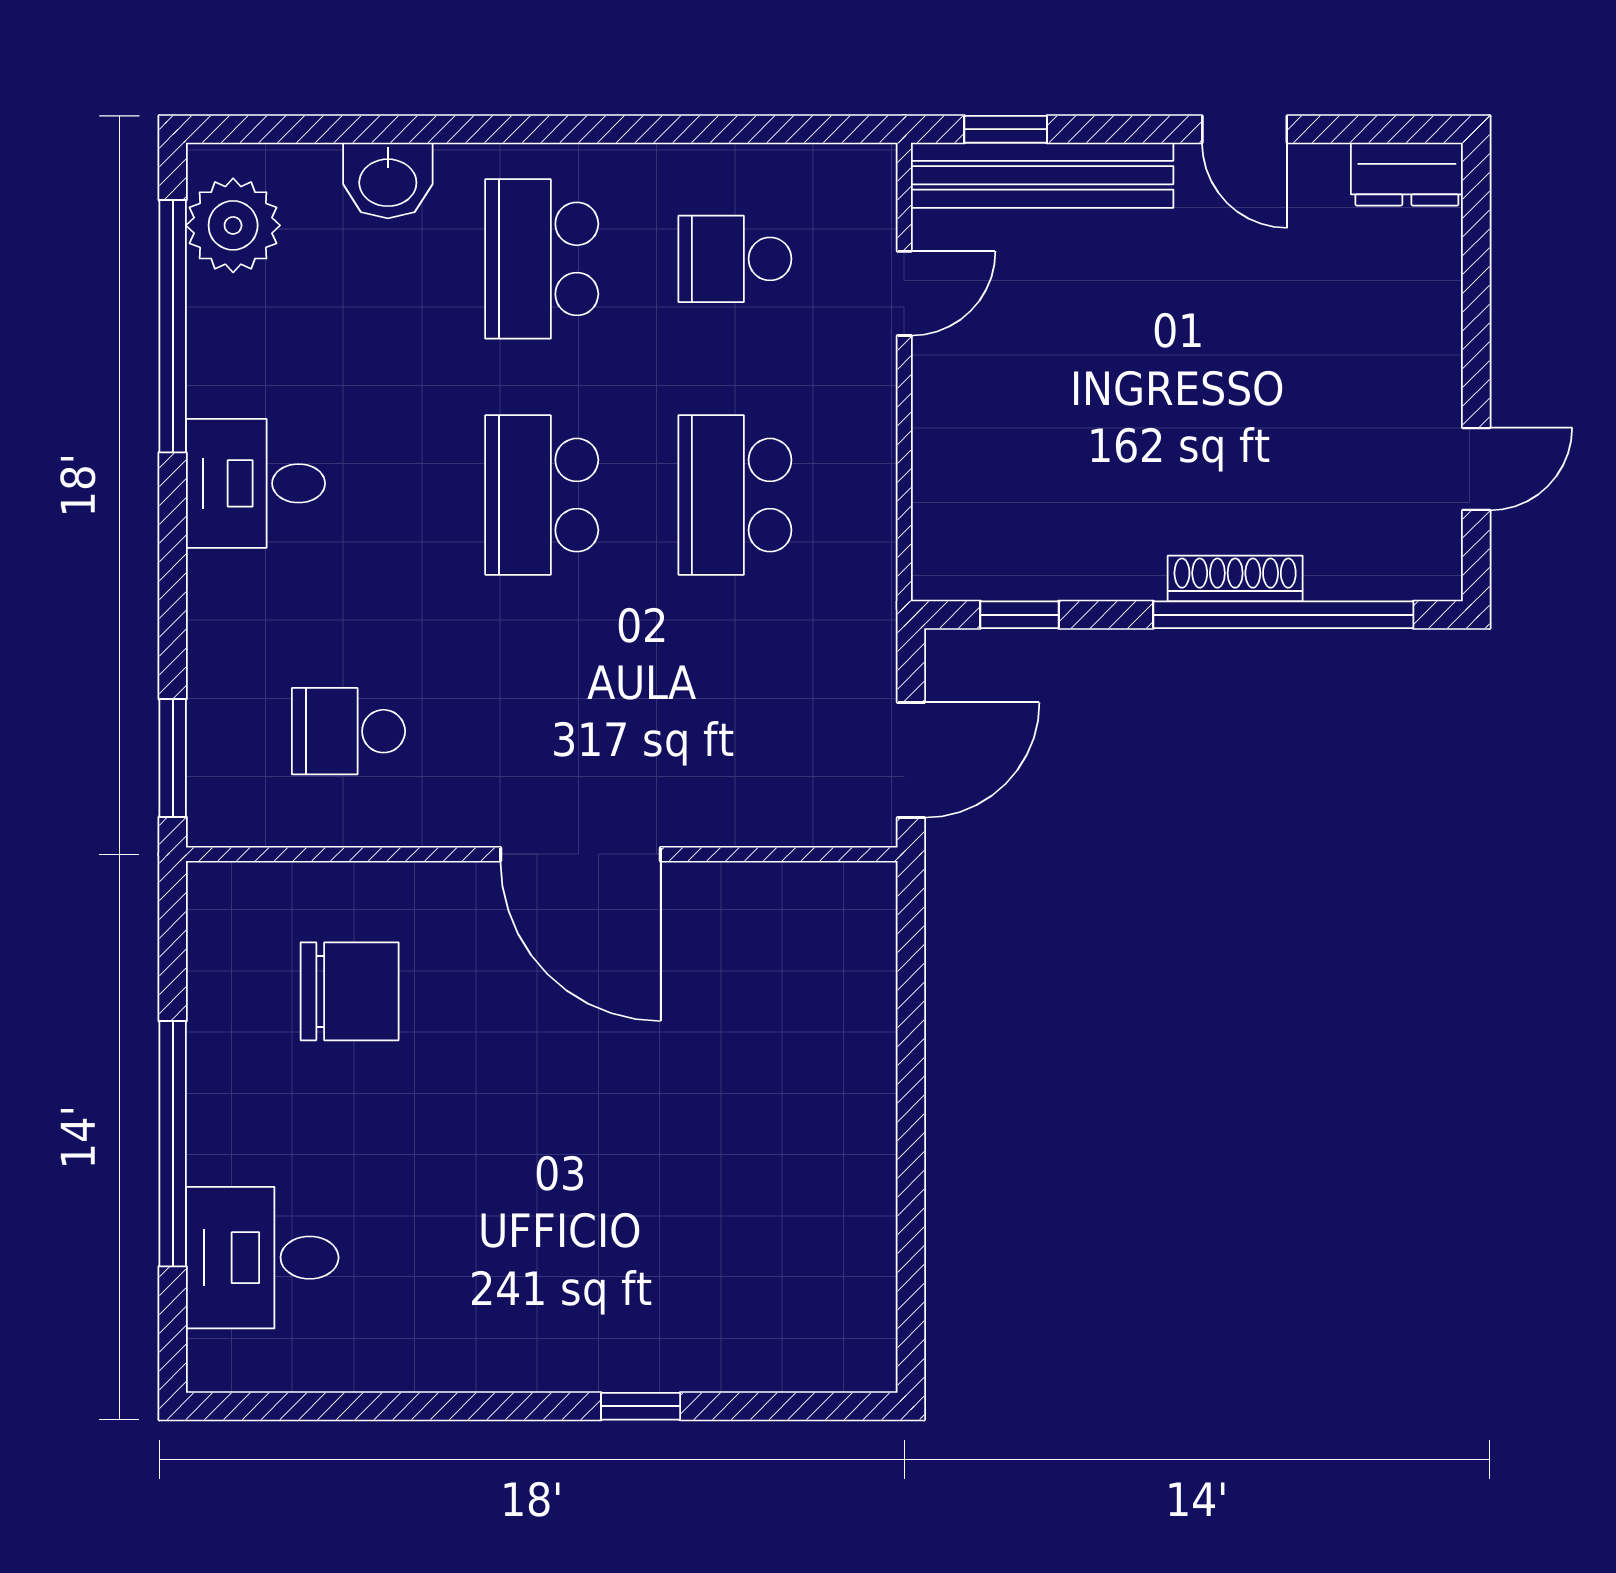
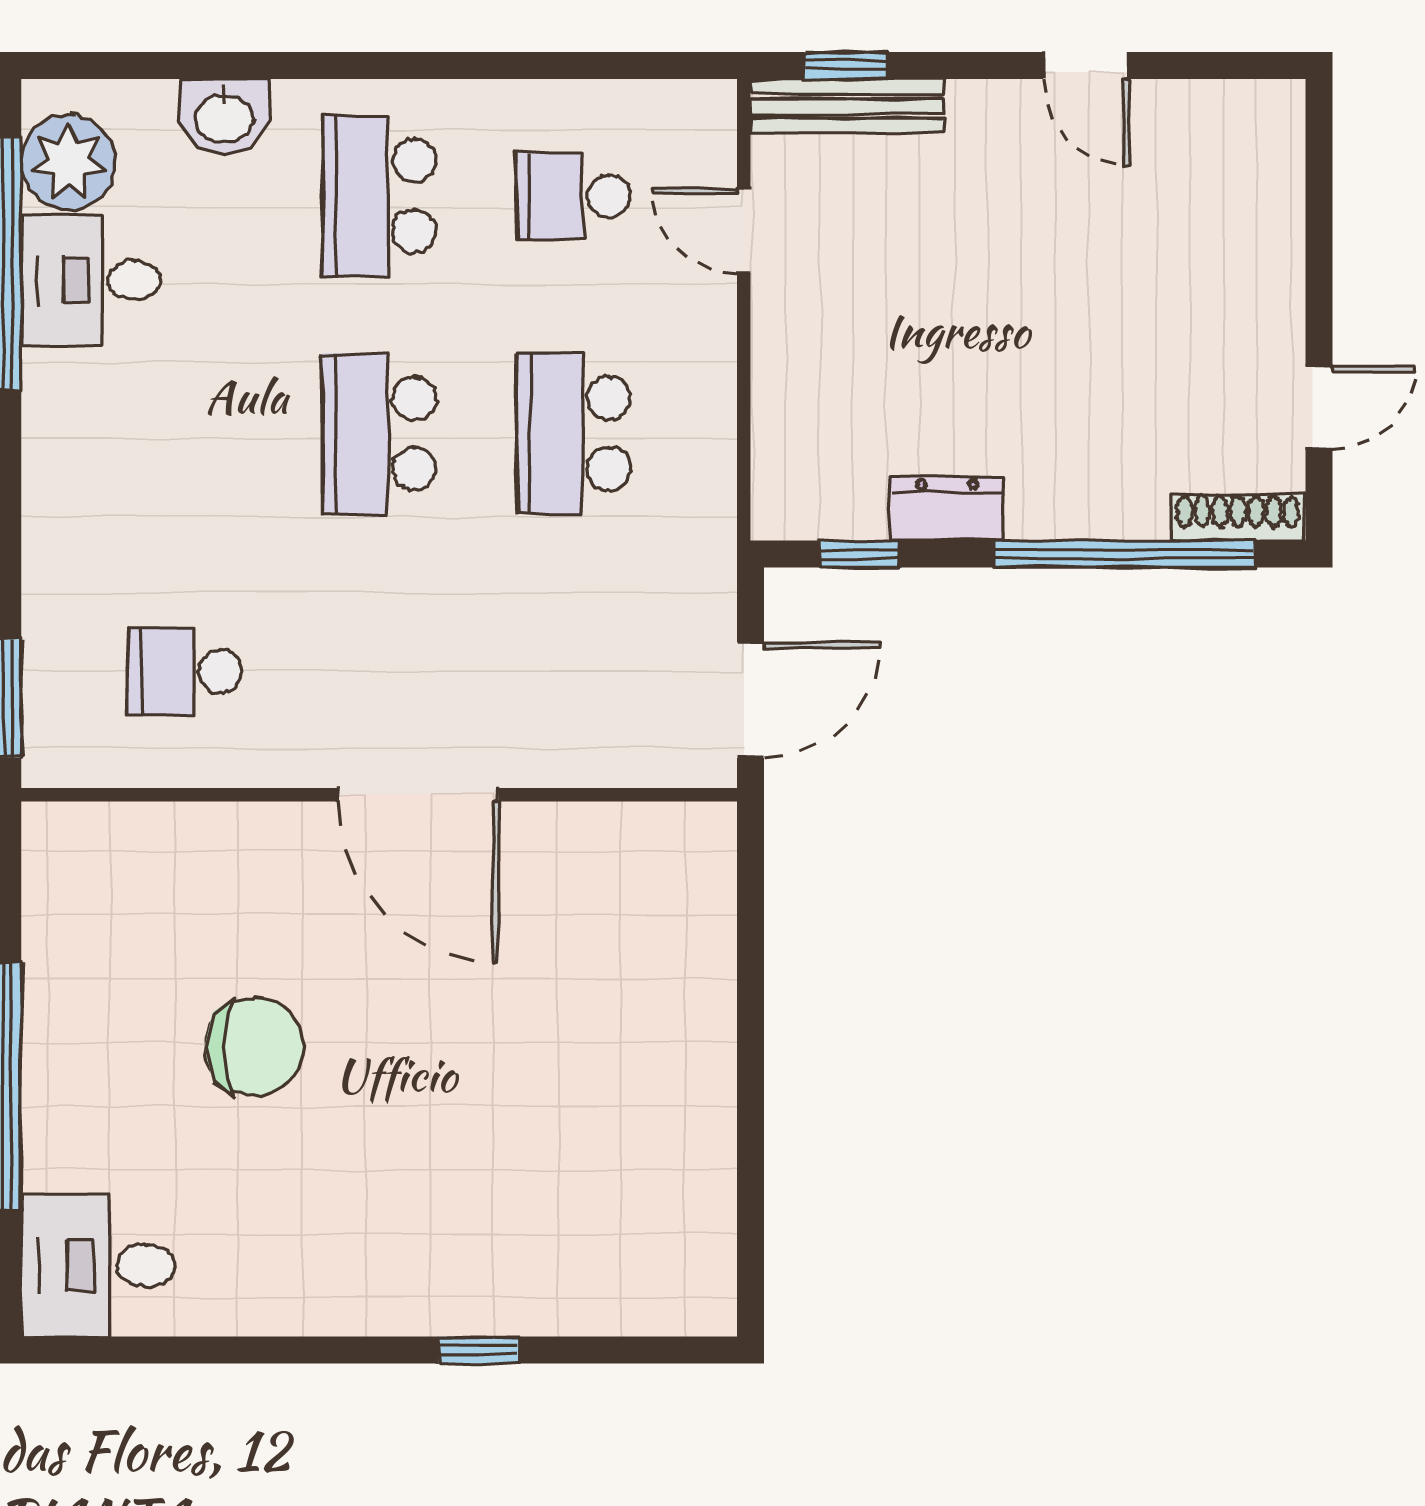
dresser: (1407, 174) -> (947, 509), moved, turned 180
bench: (1042, 175) -> (847, 106), width x0.73, depth x0.82
door: (904, 293) -> (744, 231), swing flipped
desk: (255, 483) -> (91, 280), moved
shoe rack: (1235, 579) -> (1238, 517), moved
chair: (350, 991) -> (254, 1047), moved
desk: (262, 1258) -> (98, 1266), moved

